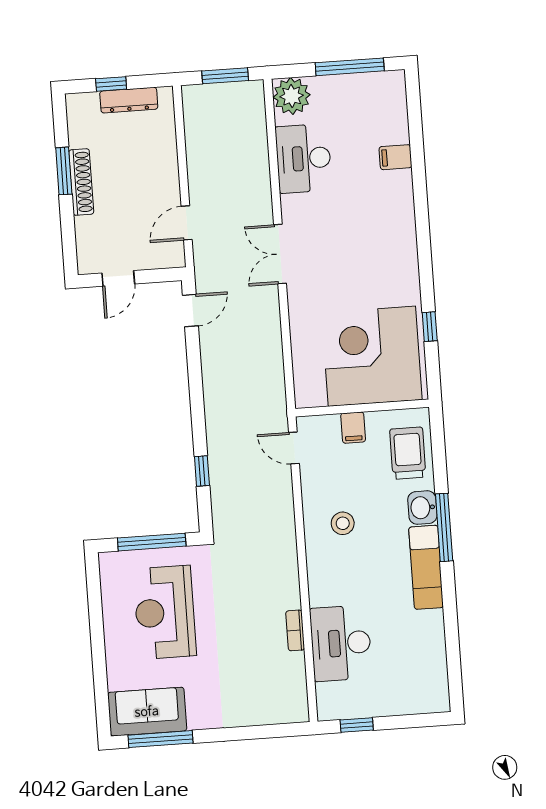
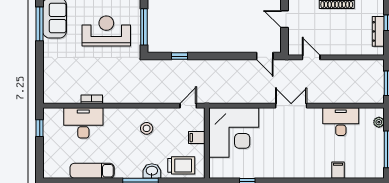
plant: (292, 96) -> (379, 122), width x0.53, depth x0.53
corner desk: (372, 356) -> (234, 132), moved, turned 90
exam couch: (426, 567) -> (92, 171), moved

